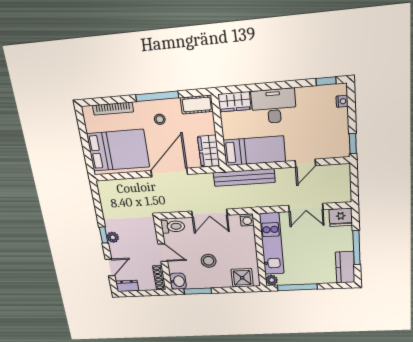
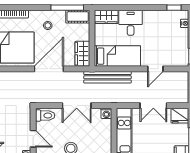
window: (157, 96) -> (67, 8), moved
desk: (274, 106) -> (131, 23), width x0.73

